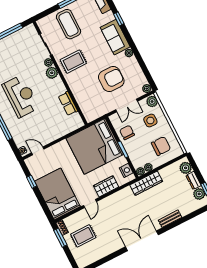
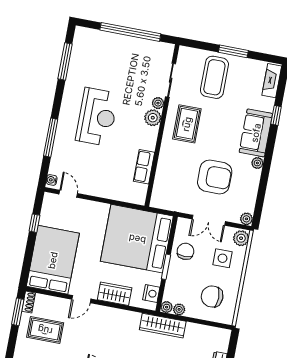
rug: (73, 62) -> (187, 124), turned 90
chair: (161, 146) -> (212, 296), turned 180
plant: (186, 168) -> (221, 343), removed

